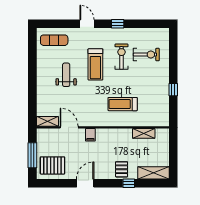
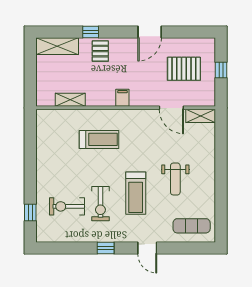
treadmill: (95, 64) -> (136, 193), turned 180
window: (173, 90) -> (30, 212), moved
filing cabinet: (90, 135) -> (122, 98), moved
window: (32, 155) -> (221, 70), width x0.46
pallet: (52, 165) -> (184, 69), moved

